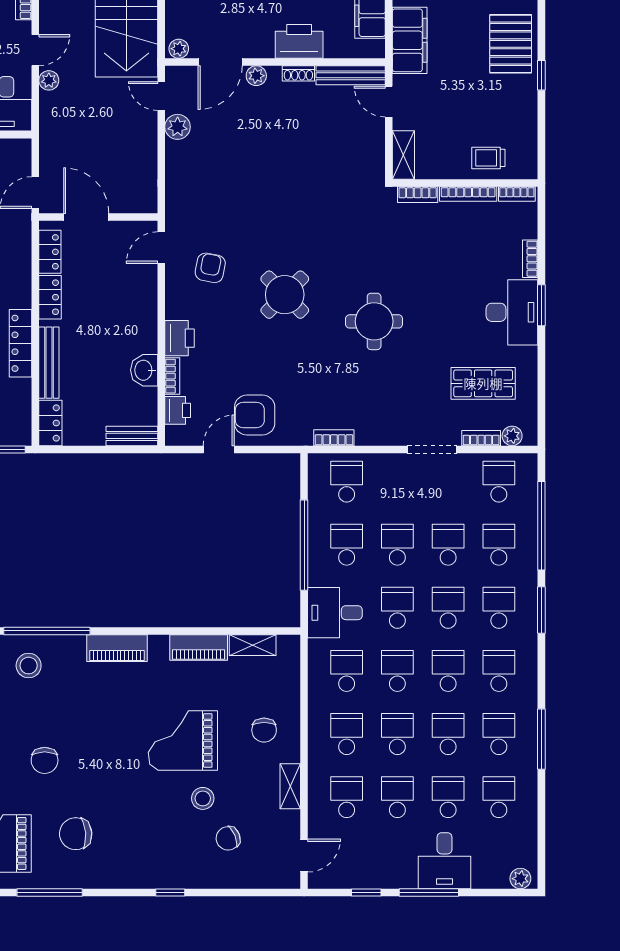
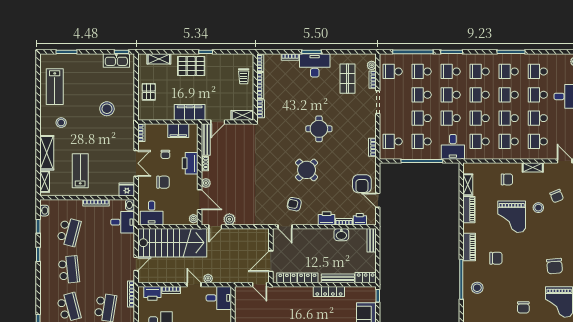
chair: (45, 760) -> (496, 258), moved

